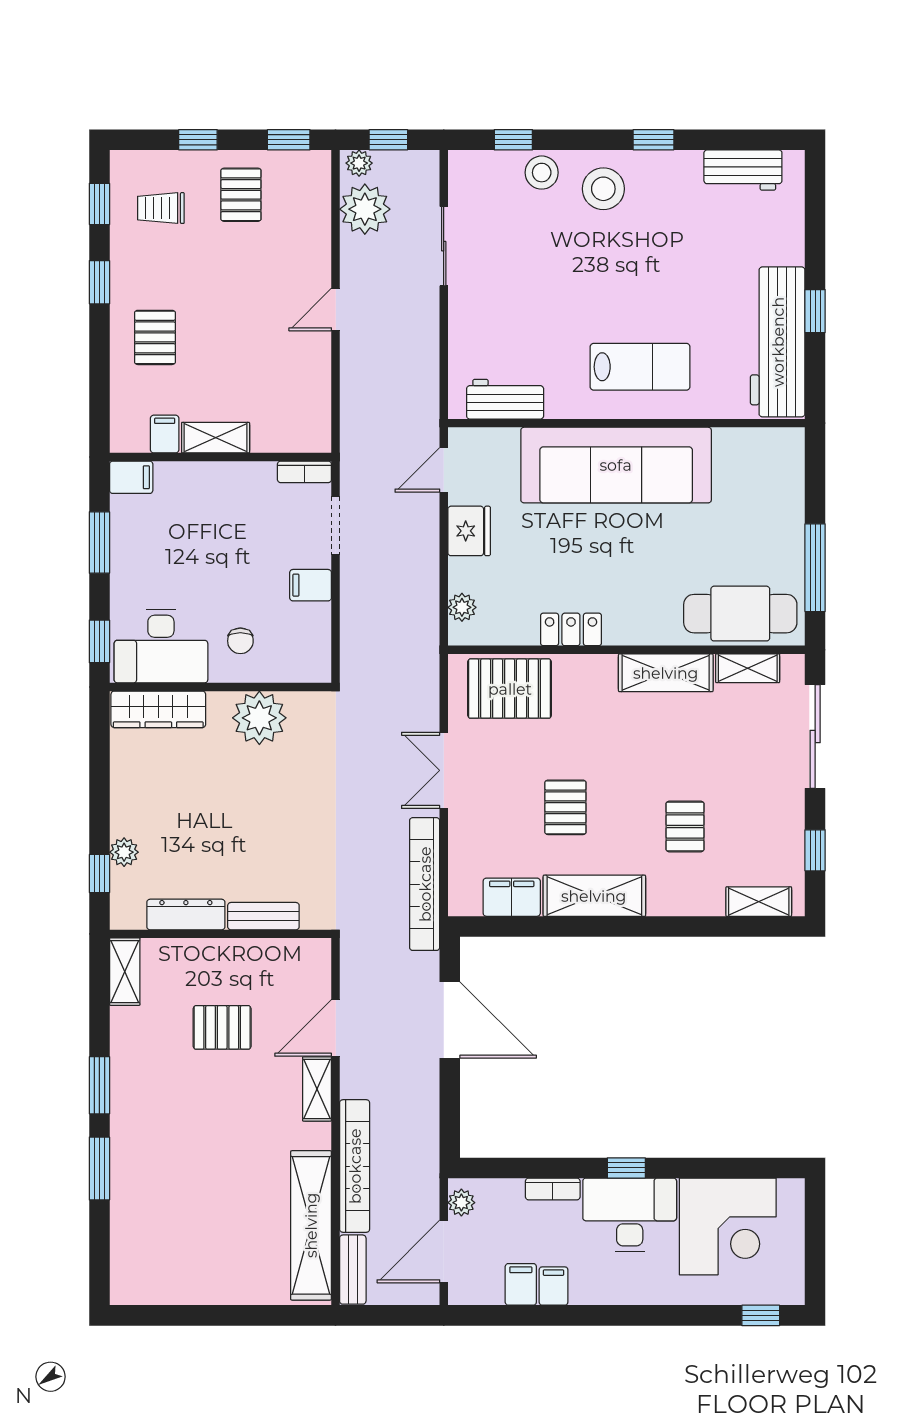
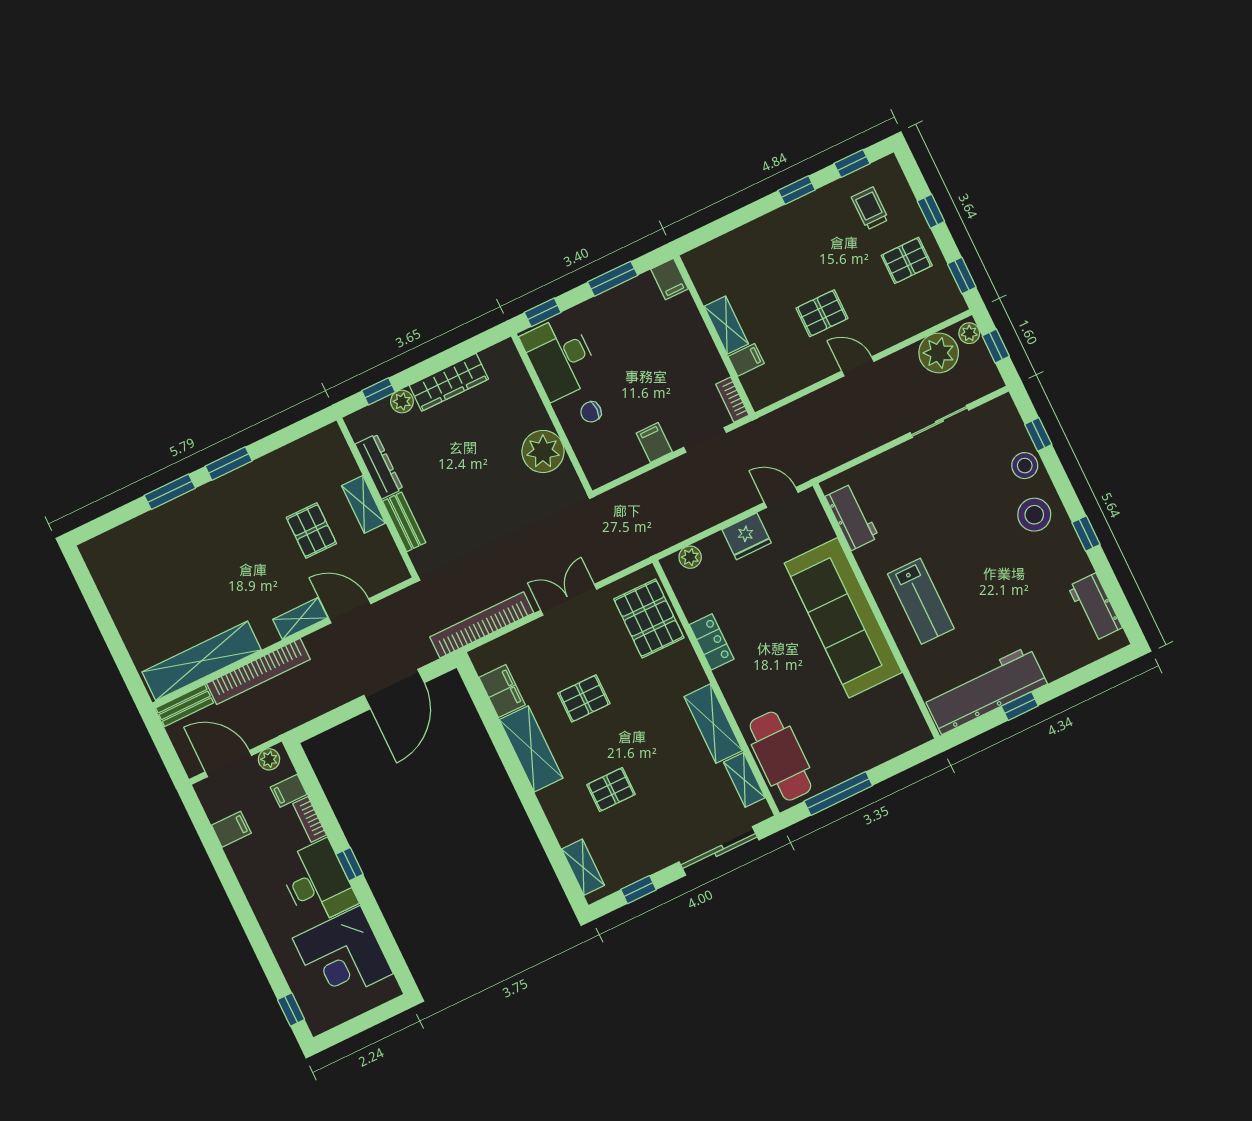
pallet: (155, 337) -> (822, 313), moved
filing cabinet: (165, 434) -> (746, 360), moved
wardrobe: (158, 709) -> (449, 382), moved, turned -90
shelving: (125, 972) -> (364, 504), moved, turned 90
filing cabinet: (554, 1286) -> (289, 791), moved, turned 180

